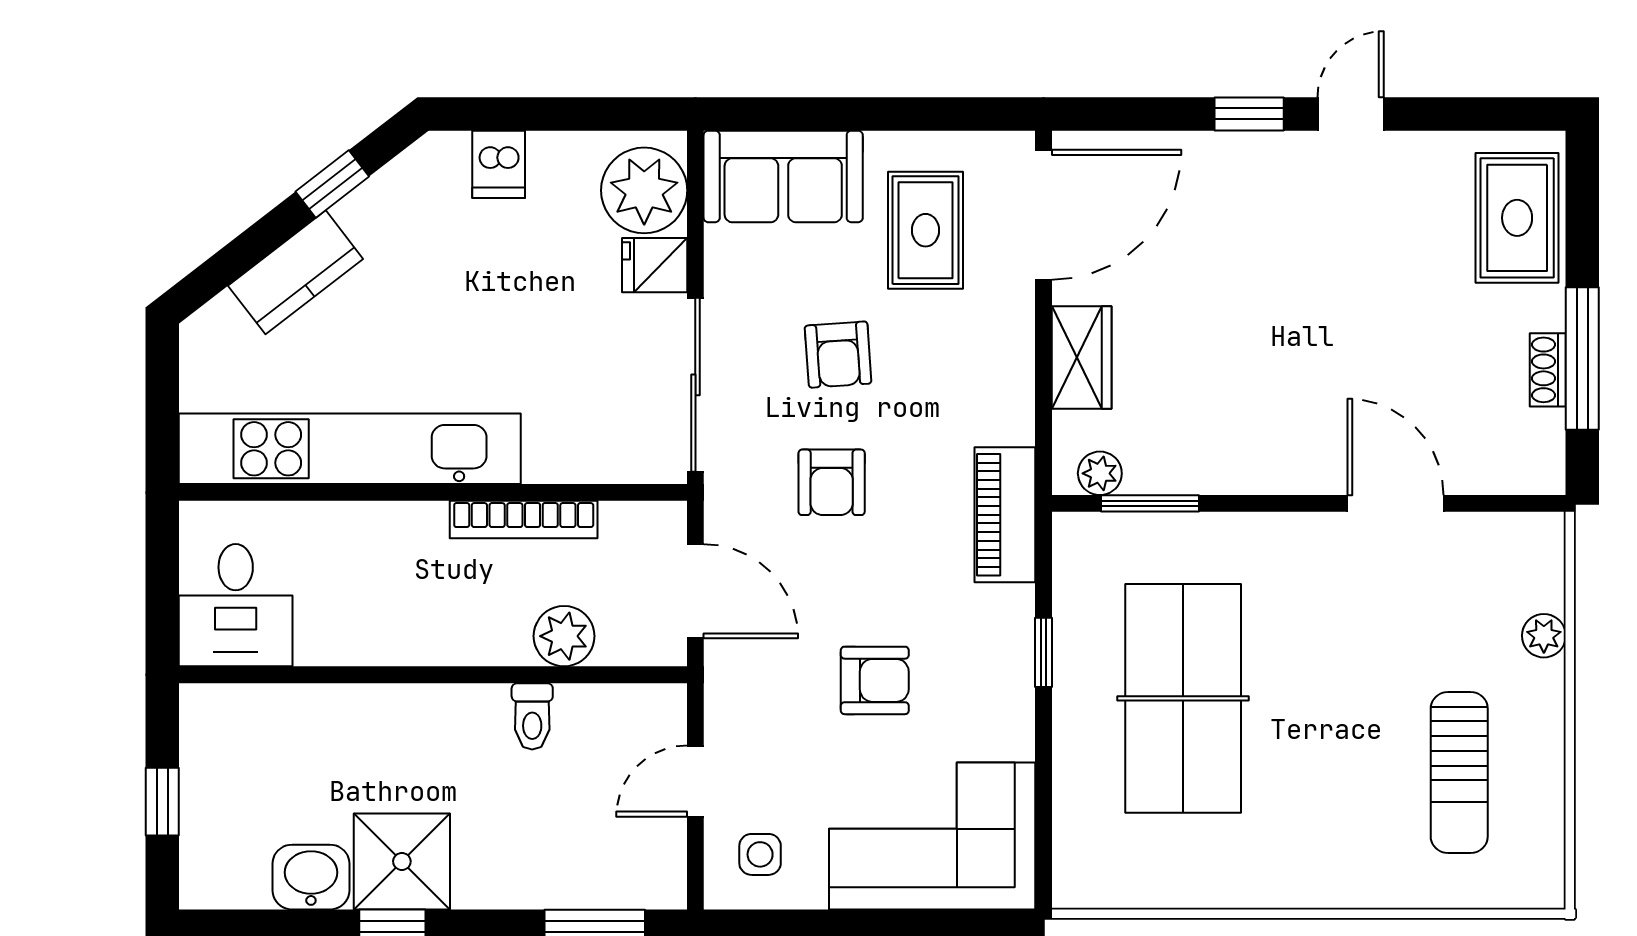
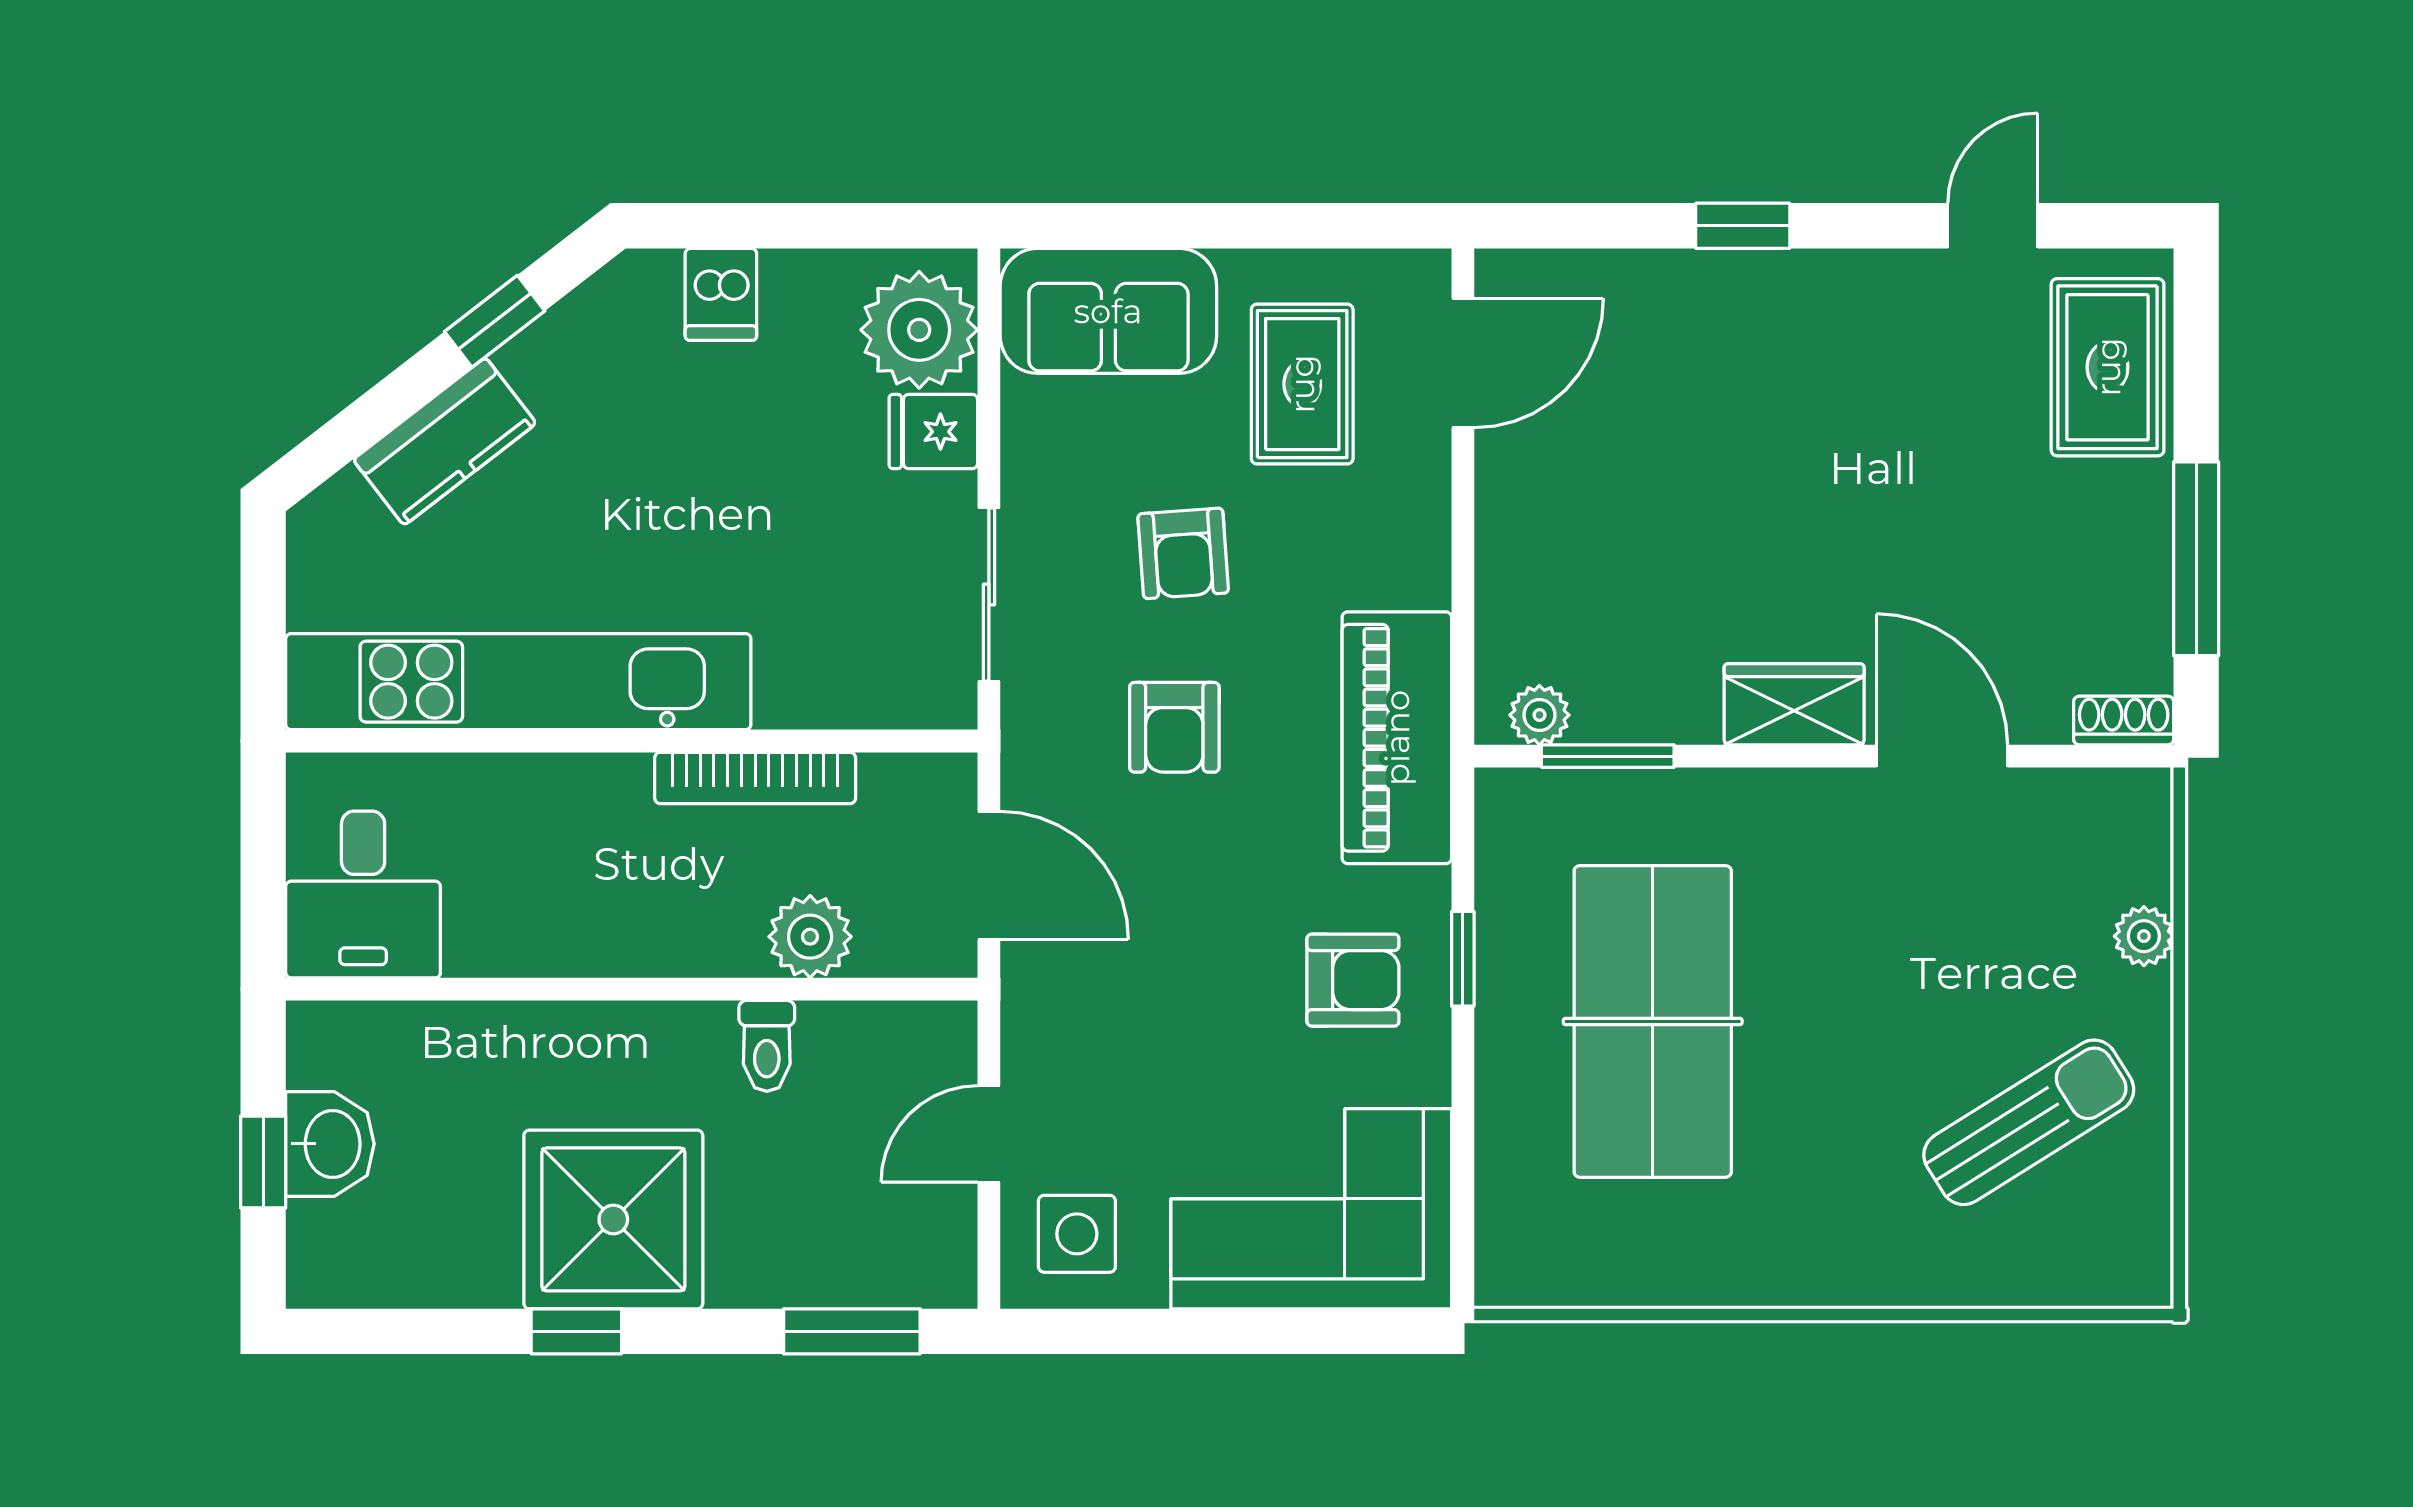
door: (1351, 114) -> (1993, 226), moved
door: (1044, 215) -> (1463, 363), width x0.73
wardrobe: (1082, 358) -> (1794, 704), moved, turned -90
shoe rack: (1548, 370) -> (2124, 720), moved, turned 90
sliding door: (695, 385) -> (989, 595), width x0.73
piano: (1005, 515) -> (1397, 738), width x1.37, depth x1.33
armchair: (875, 680) -> (1353, 980), moved
sun lounger: (1459, 772) -> (2029, 1122), turned -122
side table: (760, 854) -> (1077, 1234), width x1.37, depth x1.37
shower: (402, 861) -> (613, 1219), width x1.37, depth x1.37
washbasin: (311, 877) -> (330, 1144), moved, turned 90

